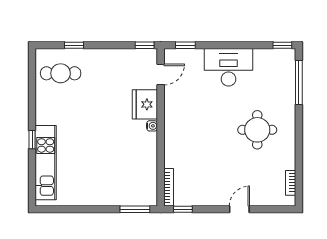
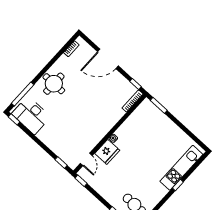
desk: (228, 67) -> (31, 115), moved
door: (161, 74) -> (86, 159), swing flipped
round table: (257, 130) -> (54, 84), moved
door: (239, 209) -> (108, 59), width x1.87

